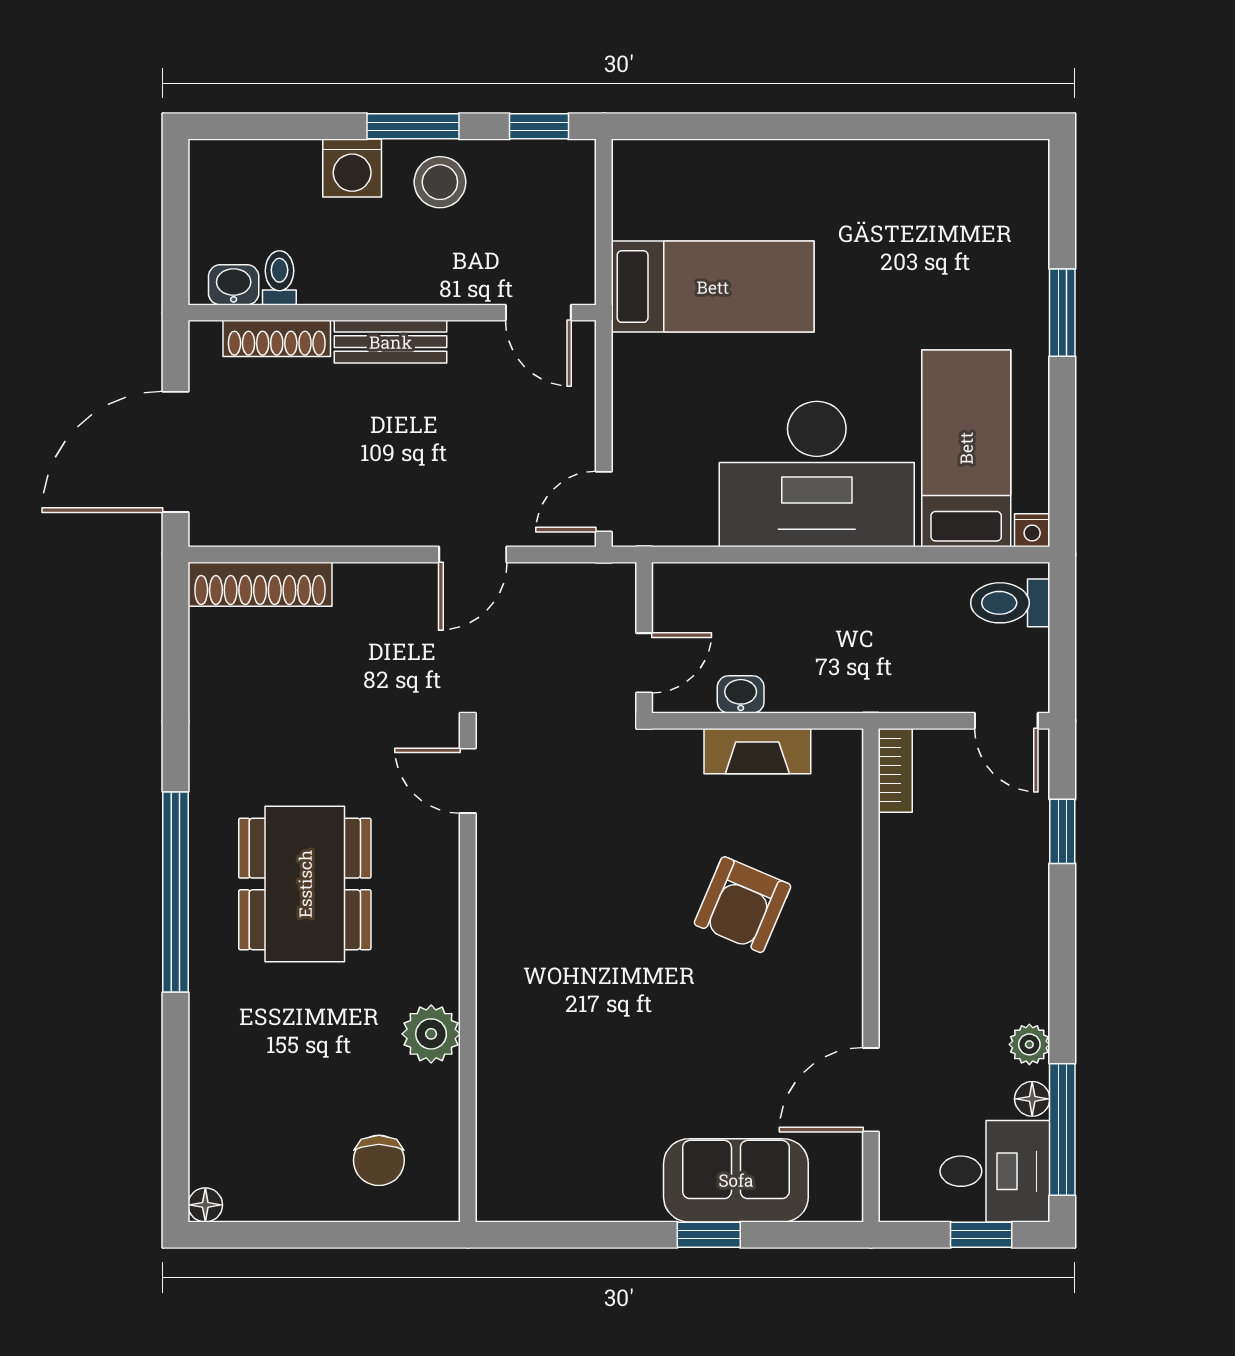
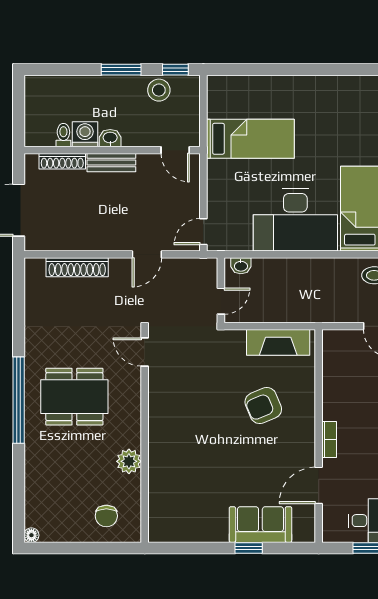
washing machine: (352, 168) -> (85, 134), moved, turned 180
stool: (440, 182) -> (159, 90), moved
washbasin: (234, 285) -> (110, 138), moved
shoe rack: (260, 584) -> (77, 267), moved
washbasin: (741, 694) -> (241, 266), moved, turned 180
fireplace: (757, 751) -> (278, 342), width x1.37, depth x1.32
bookcase: (895, 770) -> (329, 440), moved
dining table: (305, 884) -> (74, 397), turned 90
armchair: (743, 905) -> (263, 406), turned 44

